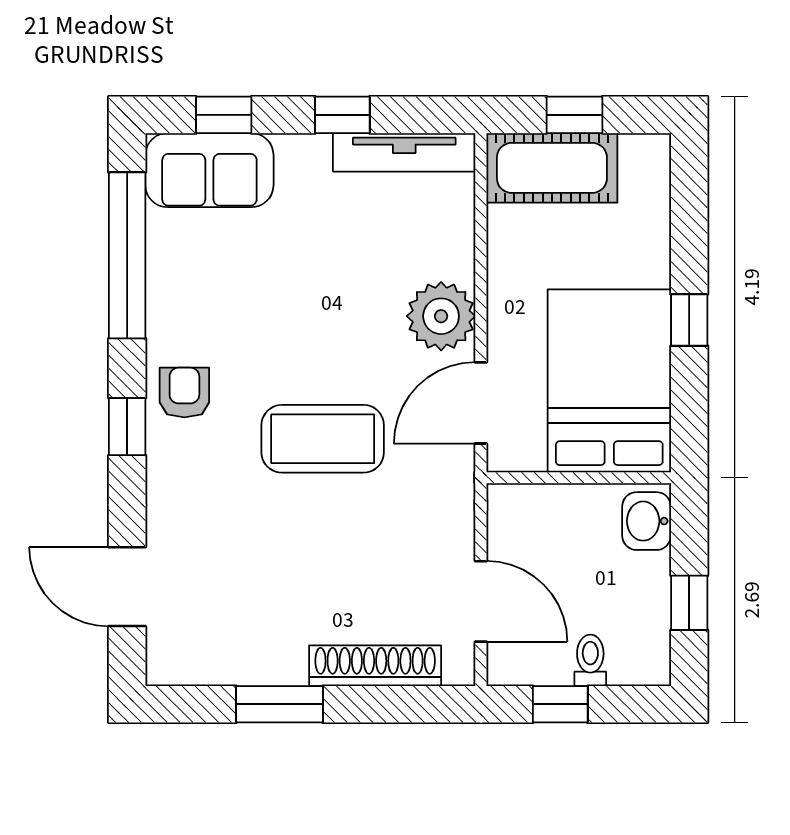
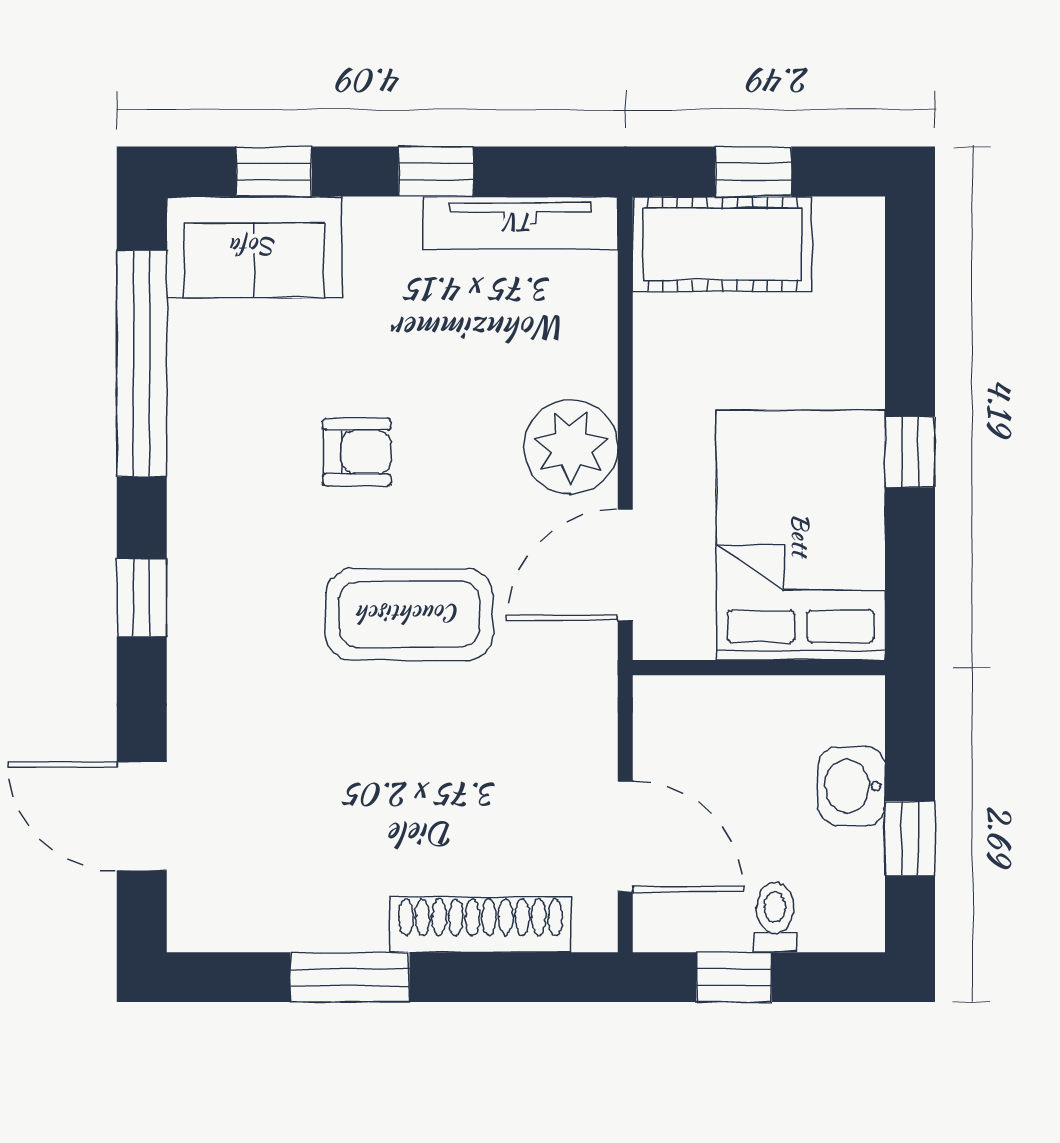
armchair: (184, 393) -> (357, 452), moved, turned 90
washbasin: (647, 521) -> (852, 786), moved

